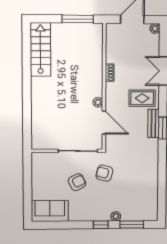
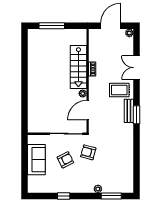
window: (78, 19) -> (52, 26), moved
stairs: (40, 49) -> (78, 67), moved, turned 180
door: (104, 122) -> (88, 110), swing flipped
sofa: (50, 211) -> (36, 160), moved, turned 90
window: (101, 225) -> (64, 196), moved

